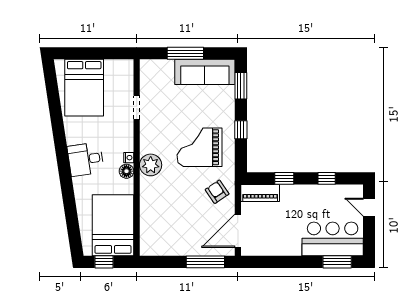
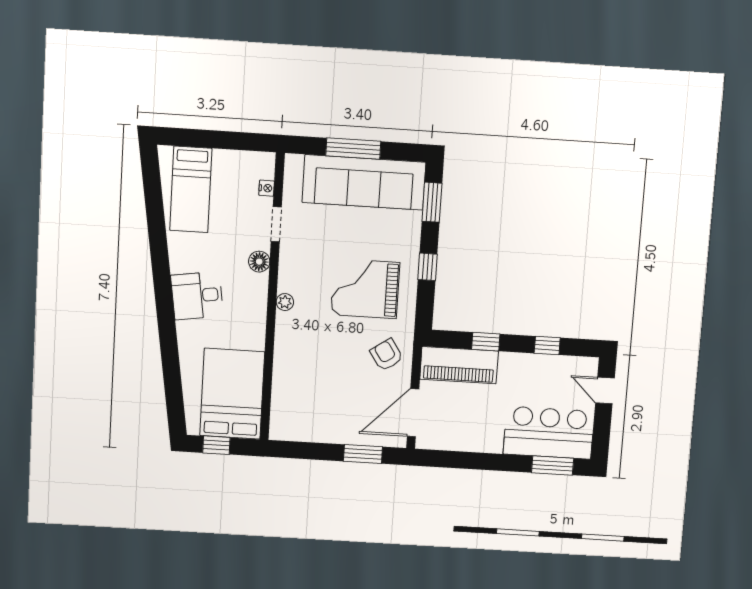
sofa: (205, 72) -> (364, 182), width x1.36, depth x1.27
bed: (84, 88) -> (191, 189), width x0.67
nightstand: (129, 158) -> (267, 188), moved
plant: (151, 165) -> (285, 302), width x0.53, depth x0.53
floor lamp: (126, 171) -> (259, 262), moved
piano: (260, 193) -> (459, 365), width x1.37, depth x1.33
window: (205, 262) -> (363, 454), width x0.69

